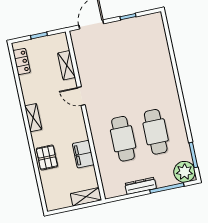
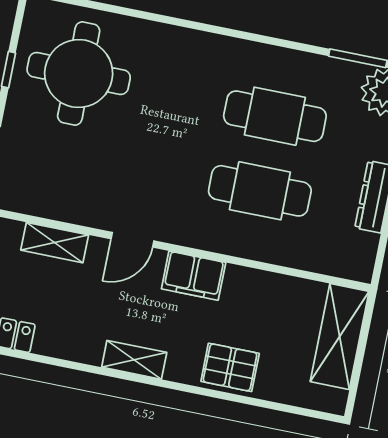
round table: (139, 45) -> (79, 73), added
filing cabinet: (83, 154) -> (194, 276), moved
shelving: (86, 197) -> (340, 336), width x1.50, depth x1.33

